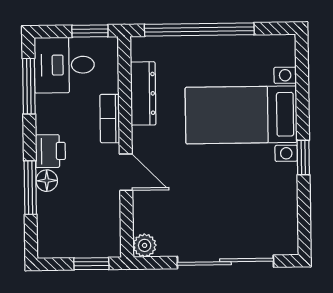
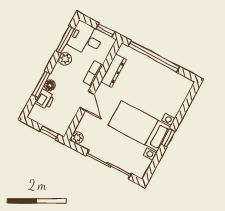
bed with nightstands: (241, 115) -> (139, 126), moved
plant: (48, 120) -> (65, 59), added
printer: (50, 151) -> (45, 99), moved

